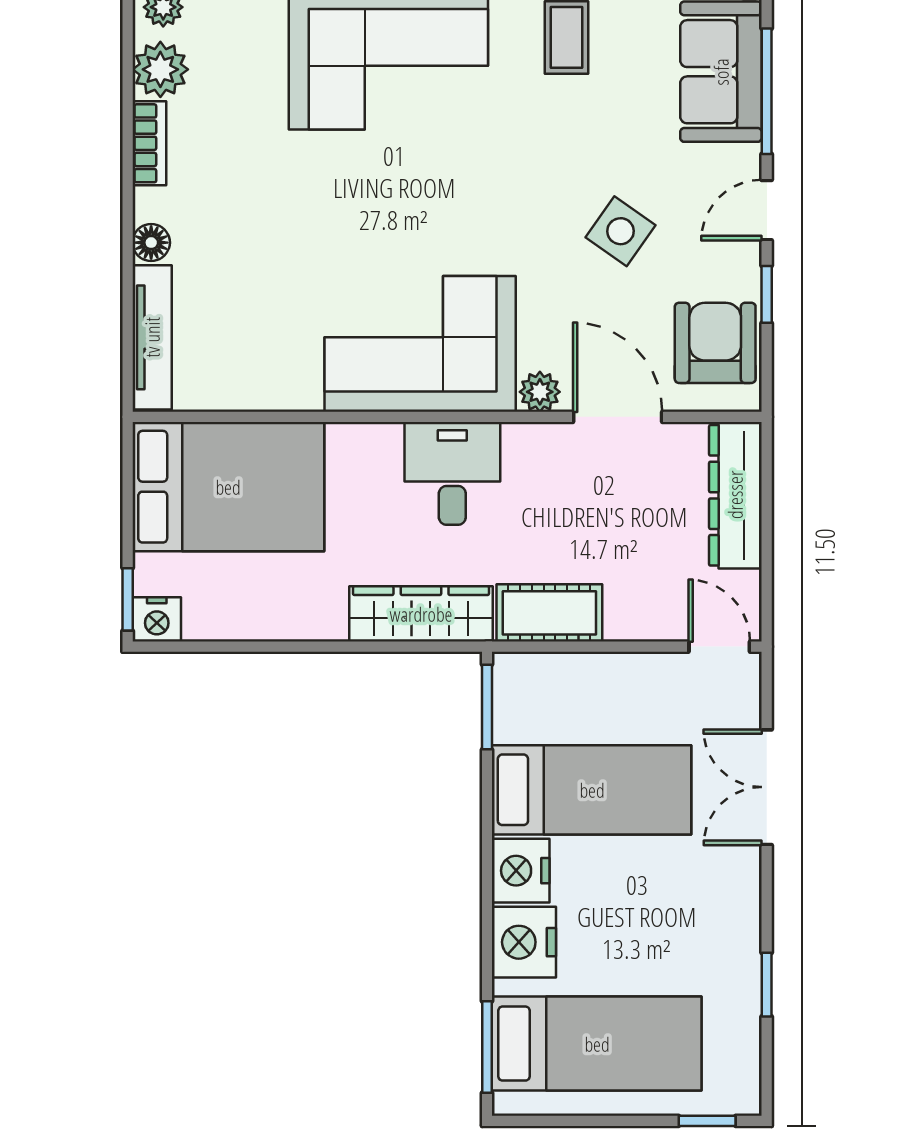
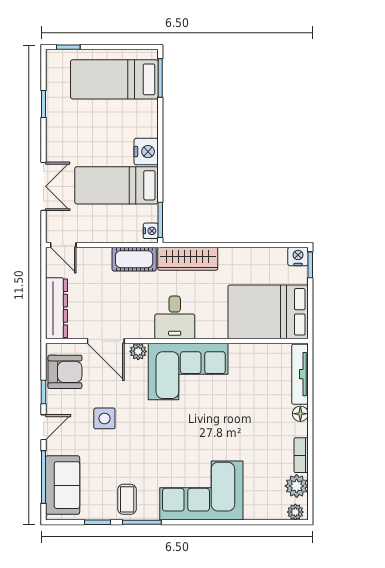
side table: (620, 231) -> (104, 418), turned -35
armchair: (715, 343) -> (65, 372), turned -90
nightstand: (524, 942) -> (151, 231), moved, width x0.53, depth x0.56

